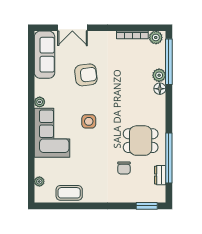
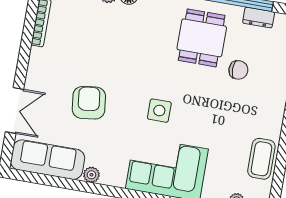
plant: (40, 102) -> (91, 175), moved

